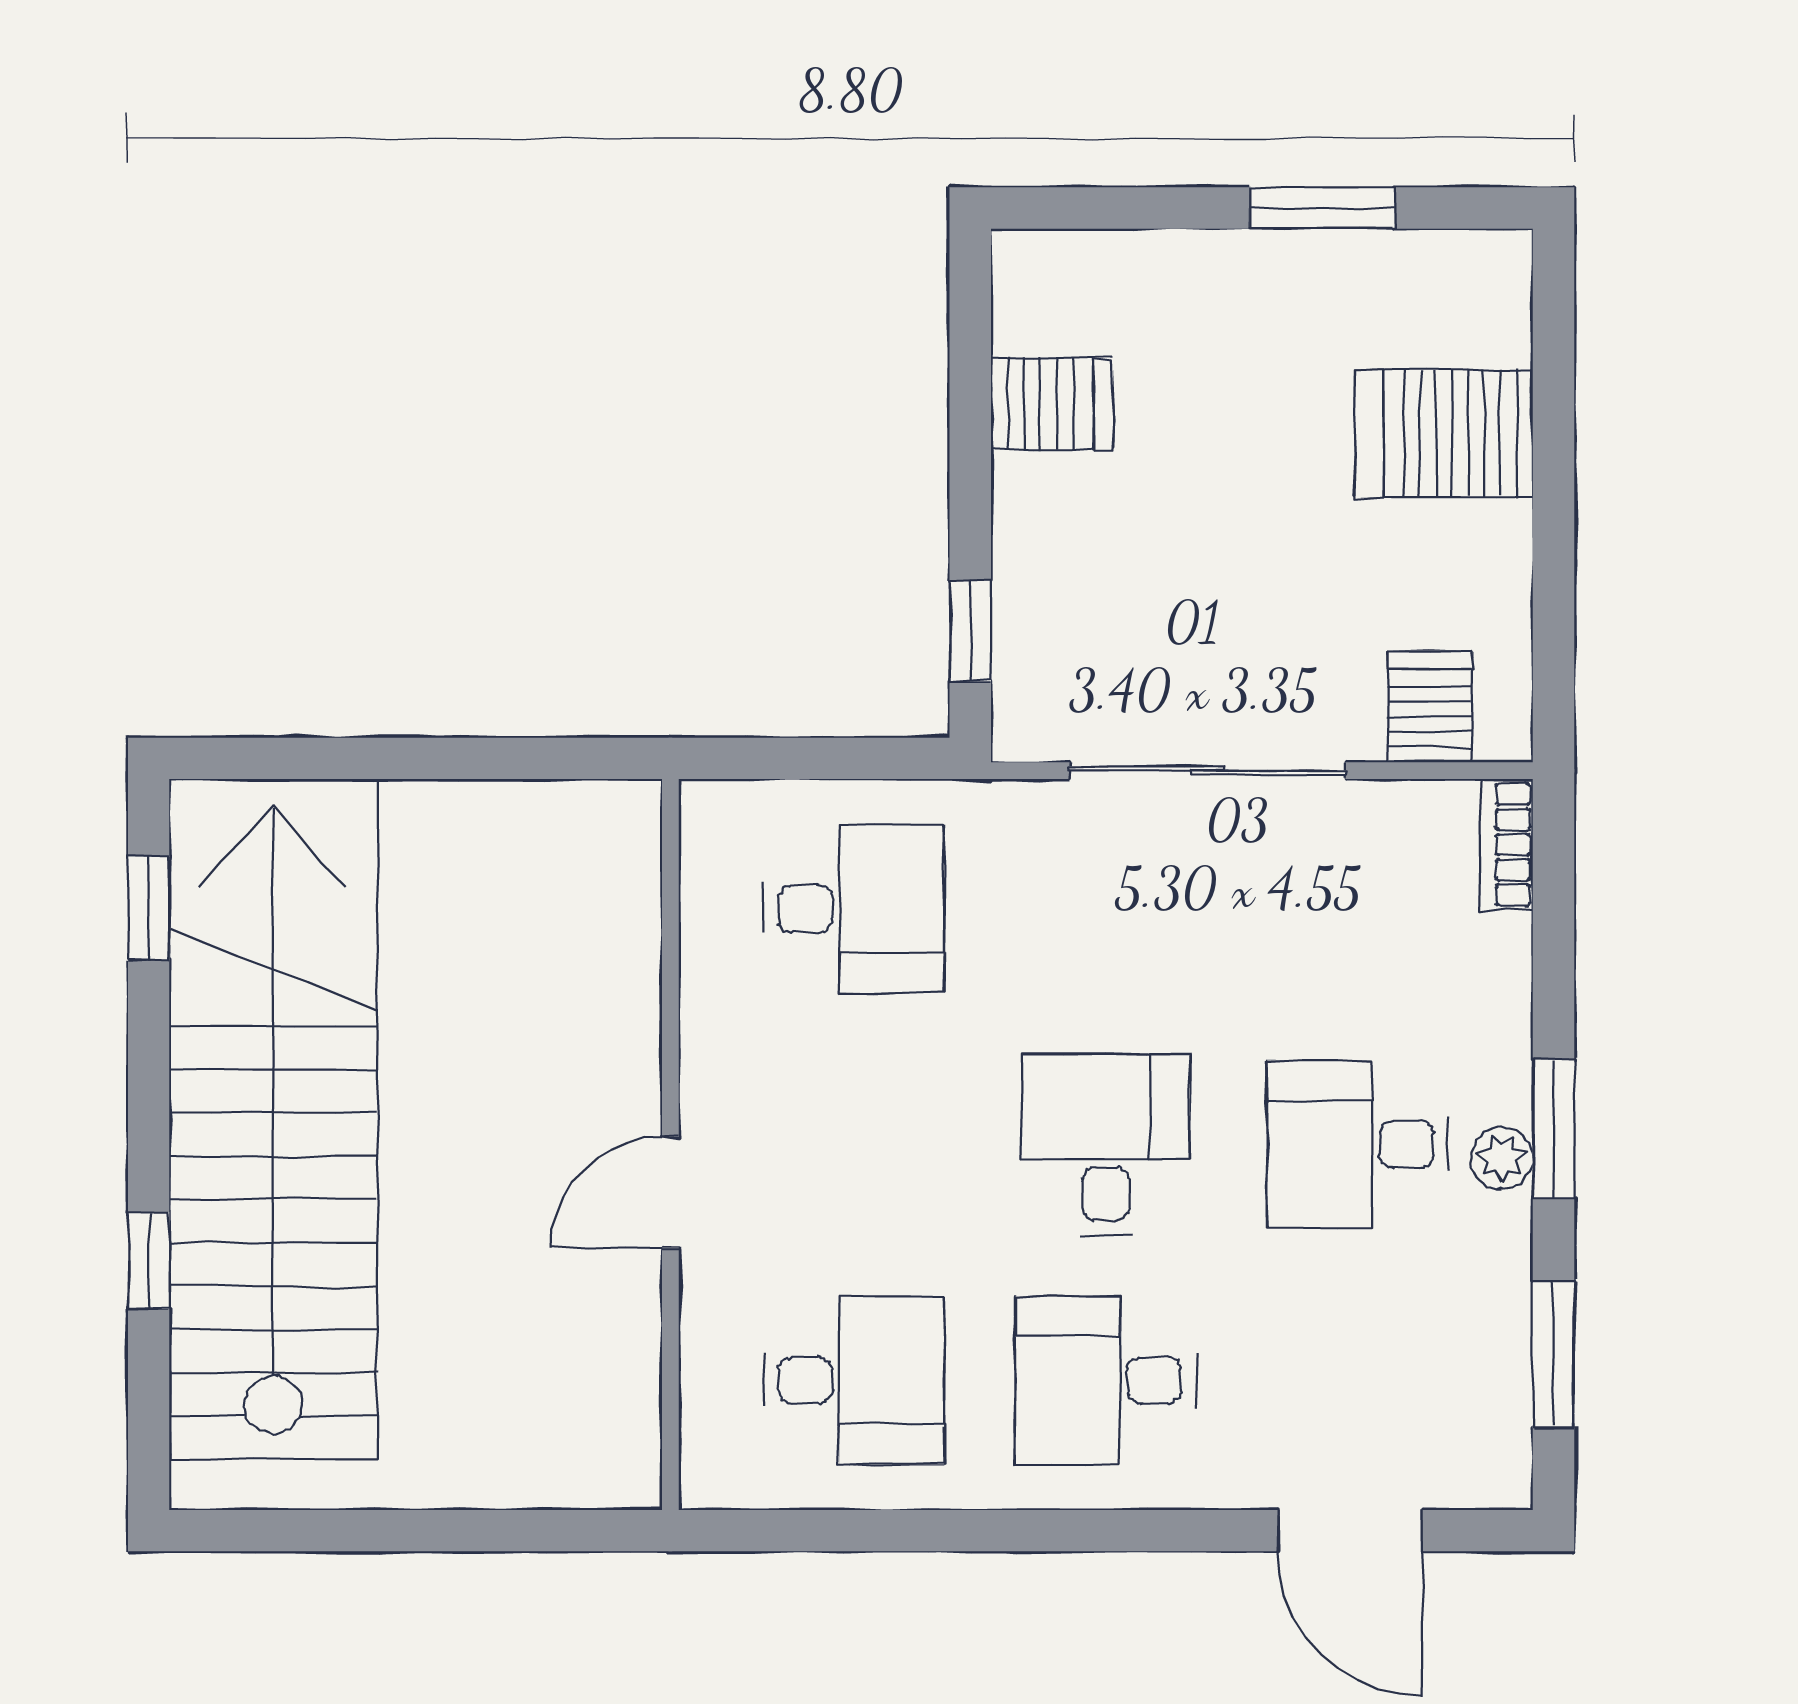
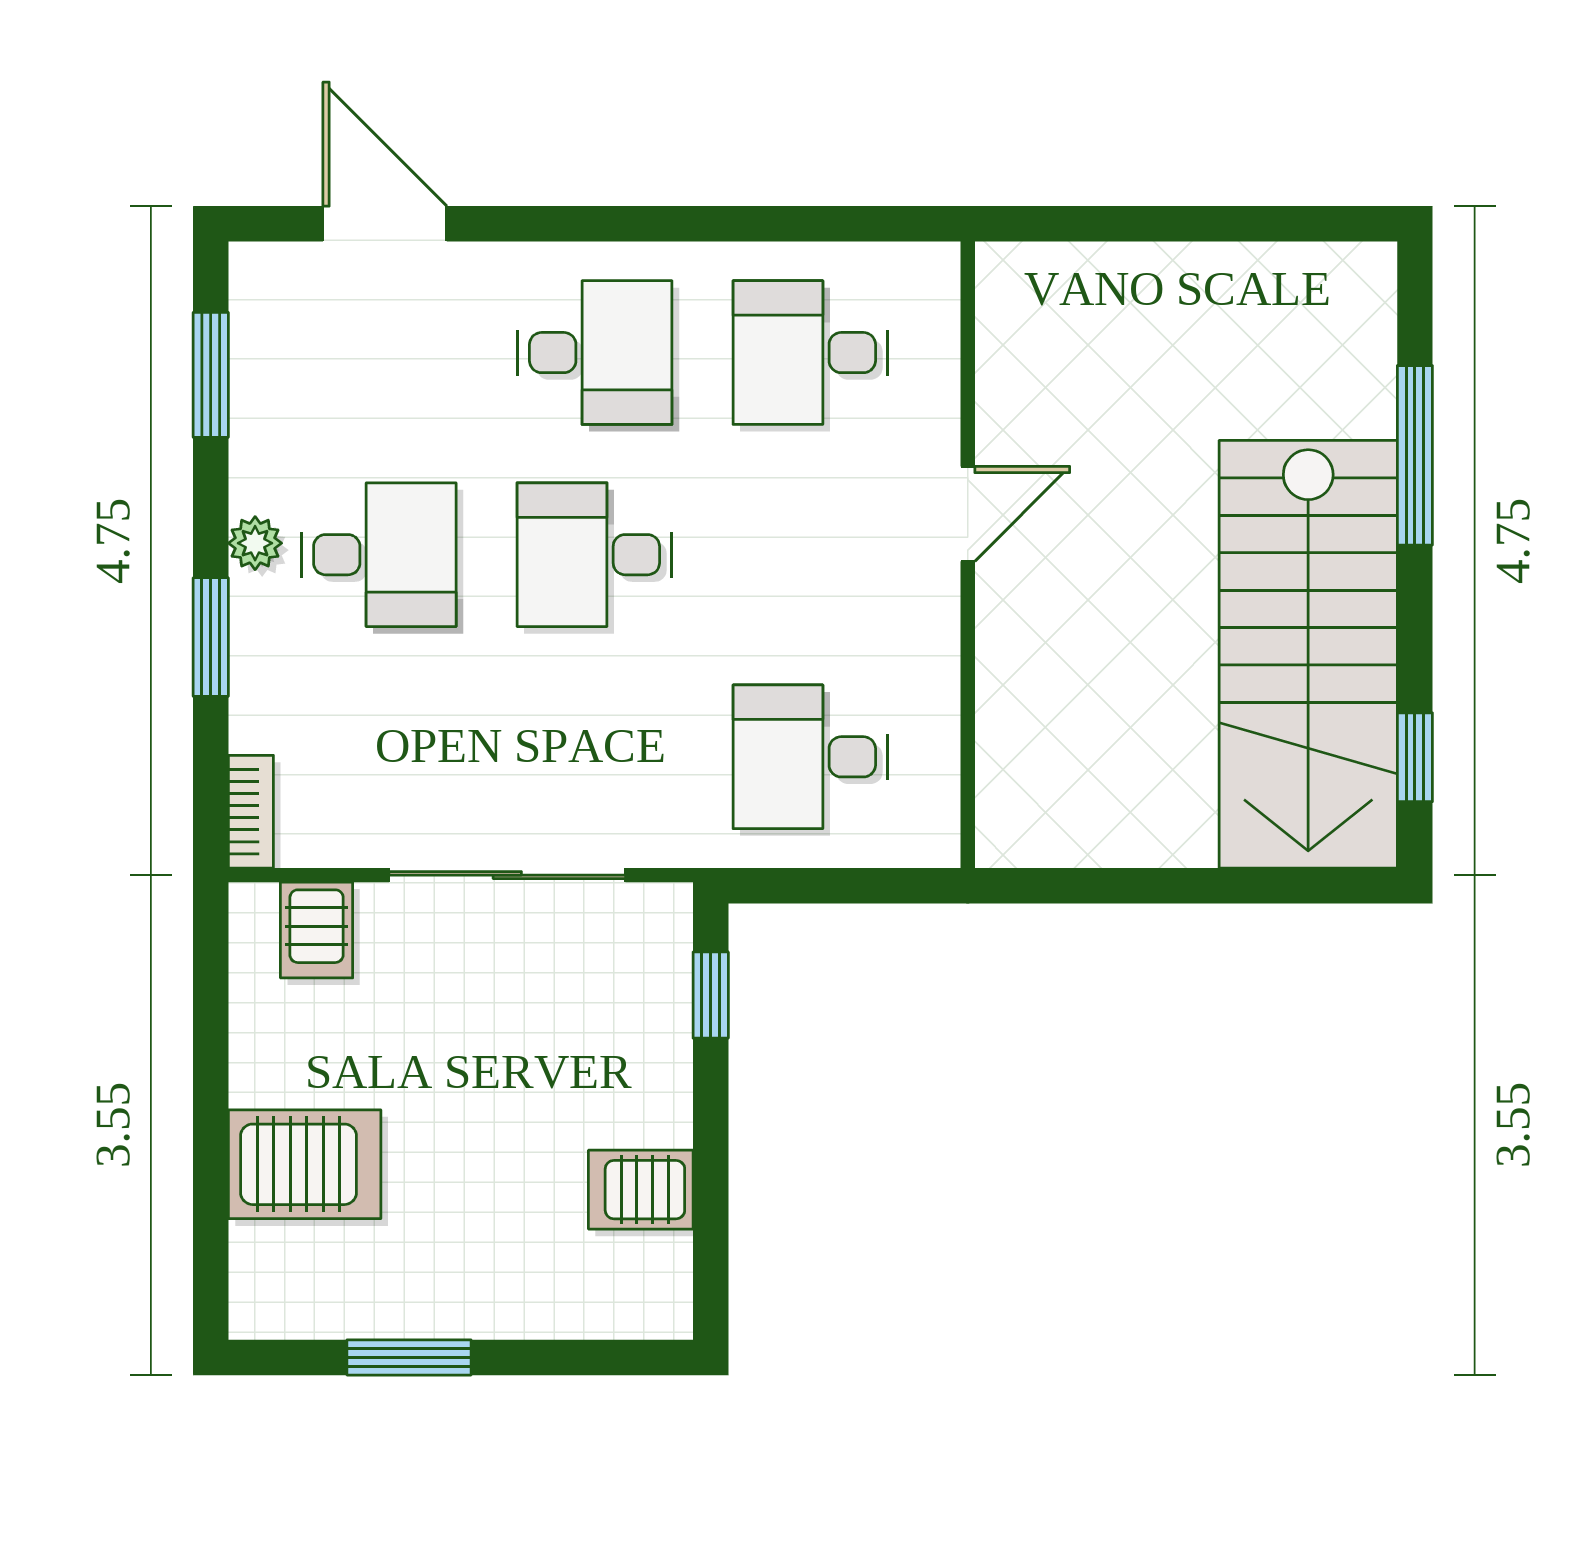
stairs: (273, 1119) -> (1308, 654), width x0.73
window: (1553, 1129) -> (211, 637), moved
desk: (1106, 1145) -> (595, 555), turned 90
window: (149, 1260) -> (1415, 455), width x2.17

